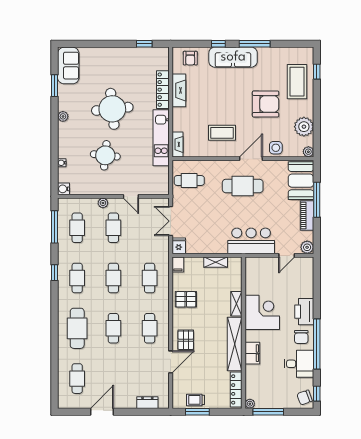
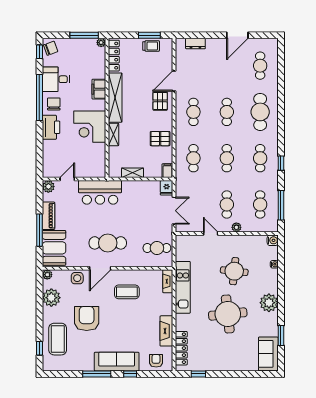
locker: (163, 90) -> (181, 348), moved
armchair: (266, 104) -> (87, 318), turned 90
plant: (63, 116) -> (269, 303), width x1.87, depth x1.87

